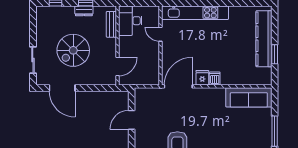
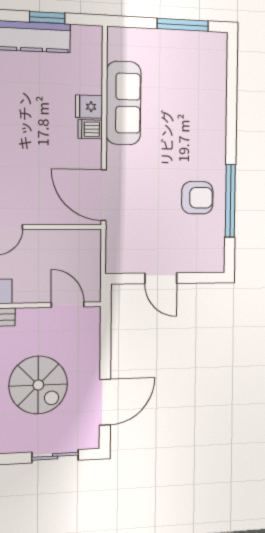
fridge: (202, 78) -> (89, 107), moved
sofa: (249, 97) -> (123, 103), moved

